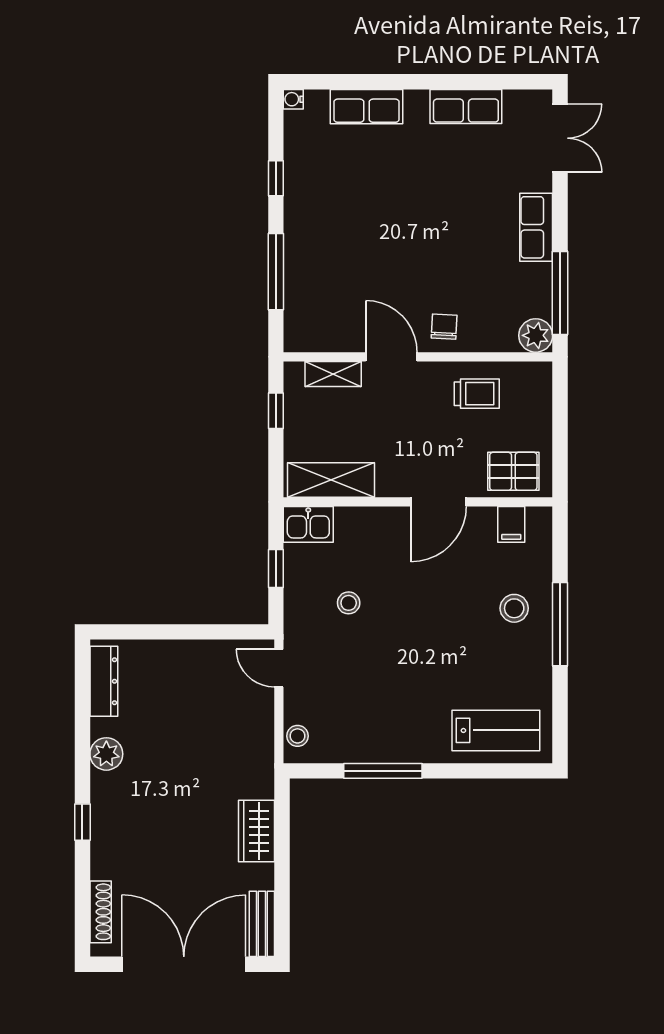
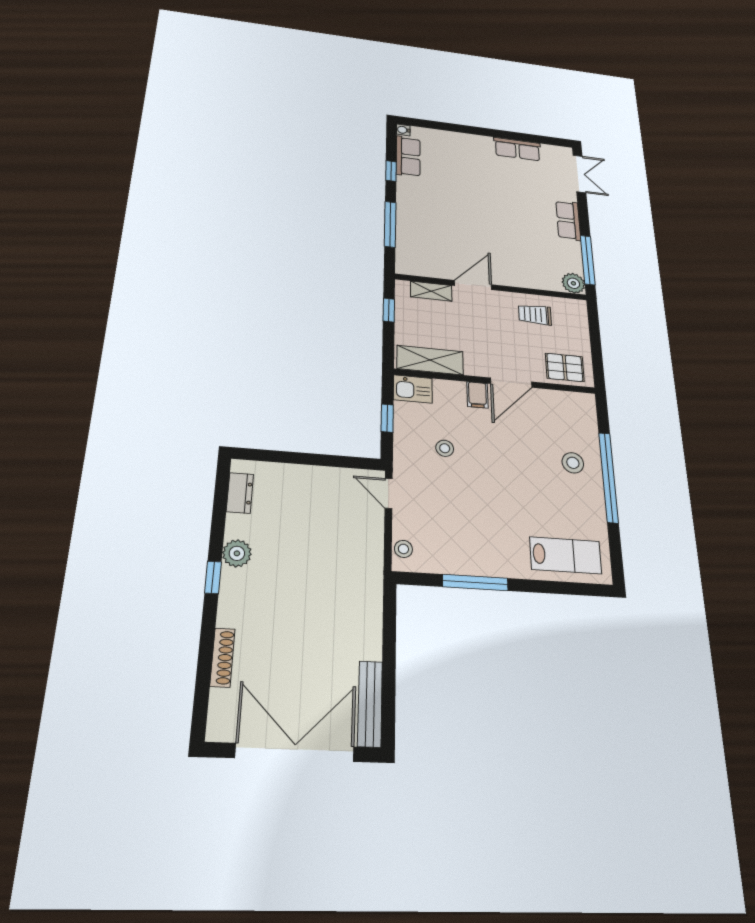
row of seats: (367, 107) -> (408, 156), moved, turned -90
chair: (444, 327) -> (510, 271), removed
door: (391, 357) -> (473, 285), hinge flipped
trolley: (477, 394) -> (535, 315), turned 180
filing cabinet: (511, 524) -> (477, 395), moved
window: (560, 624) -> (608, 477), width x1.46
dresser: (104, 681) -> (240, 493), width x0.70
window: (82, 822) -> (213, 577), moved
wardrobe: (256, 831) -> (367, 629), removed
shoe rack: (101, 912) -> (222, 657), moved
bench: (262, 924) -> (370, 704), width x1.36

